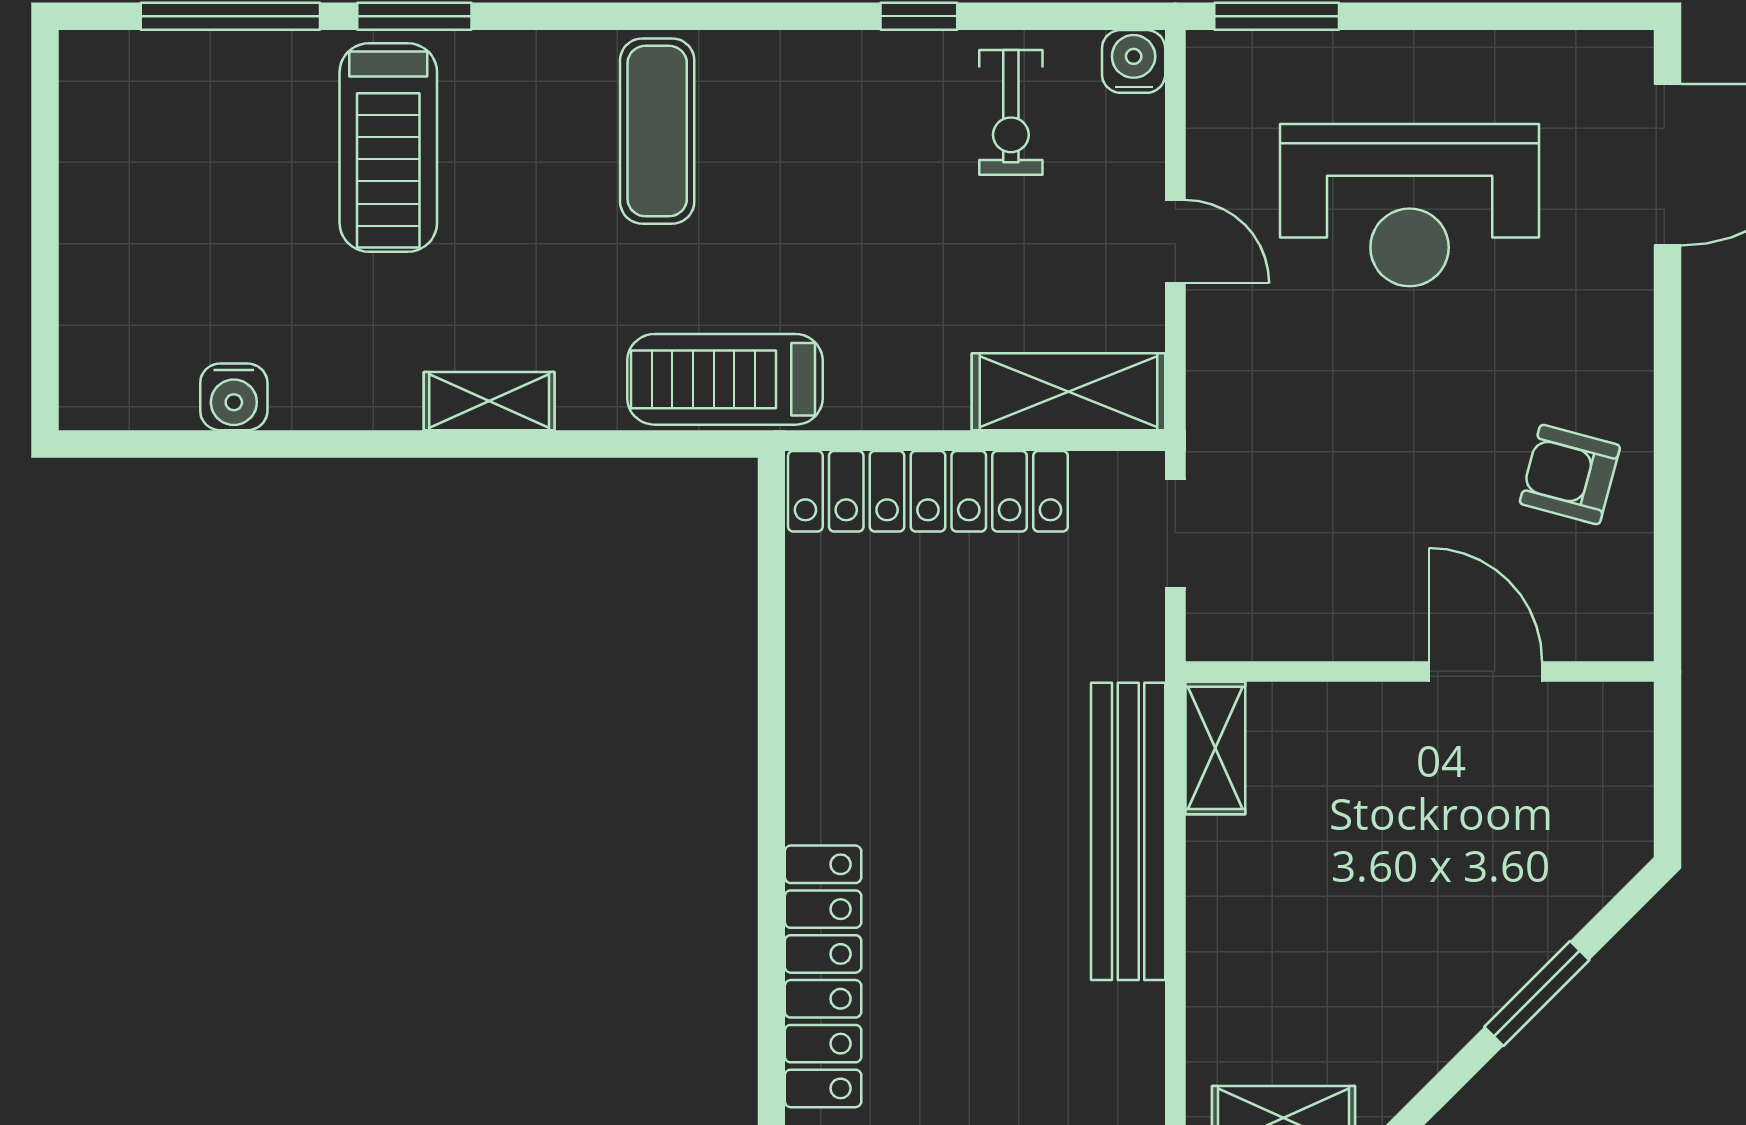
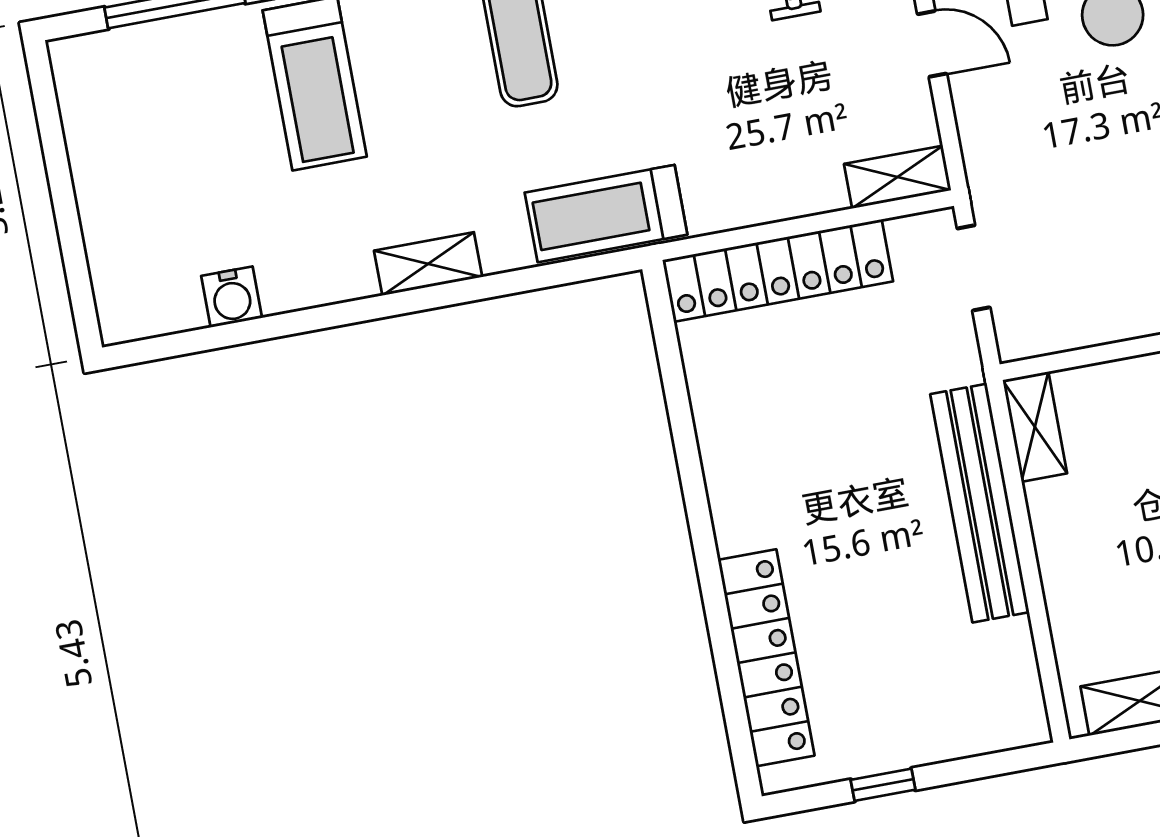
shelving: (1069, 392) -> (898, 177), width x0.67, depth x0.75

